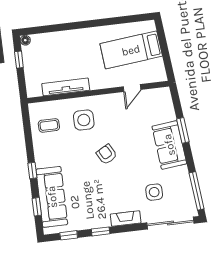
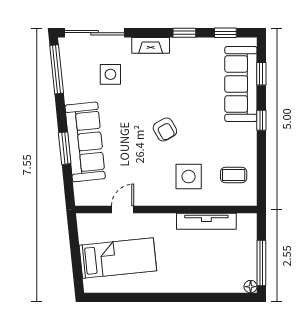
window: (19, 60) -> (261, 263), width x2.17
sofa: (169, 145) -> (85, 142), width x1.36

